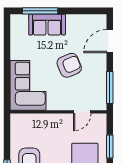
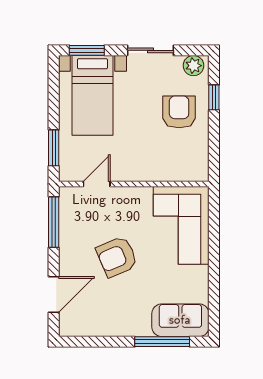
sofa: (47, 25) -> (180, 320), moved
window: (110, 146) -> (54, 148), moved

